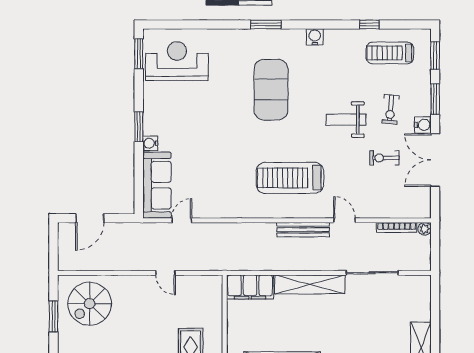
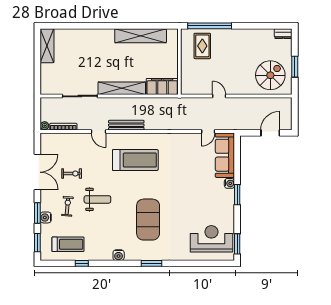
reception desk: (177, 61) -> (211, 239), turned 180
water cooler: (423, 125) -> (46, 217), moved

